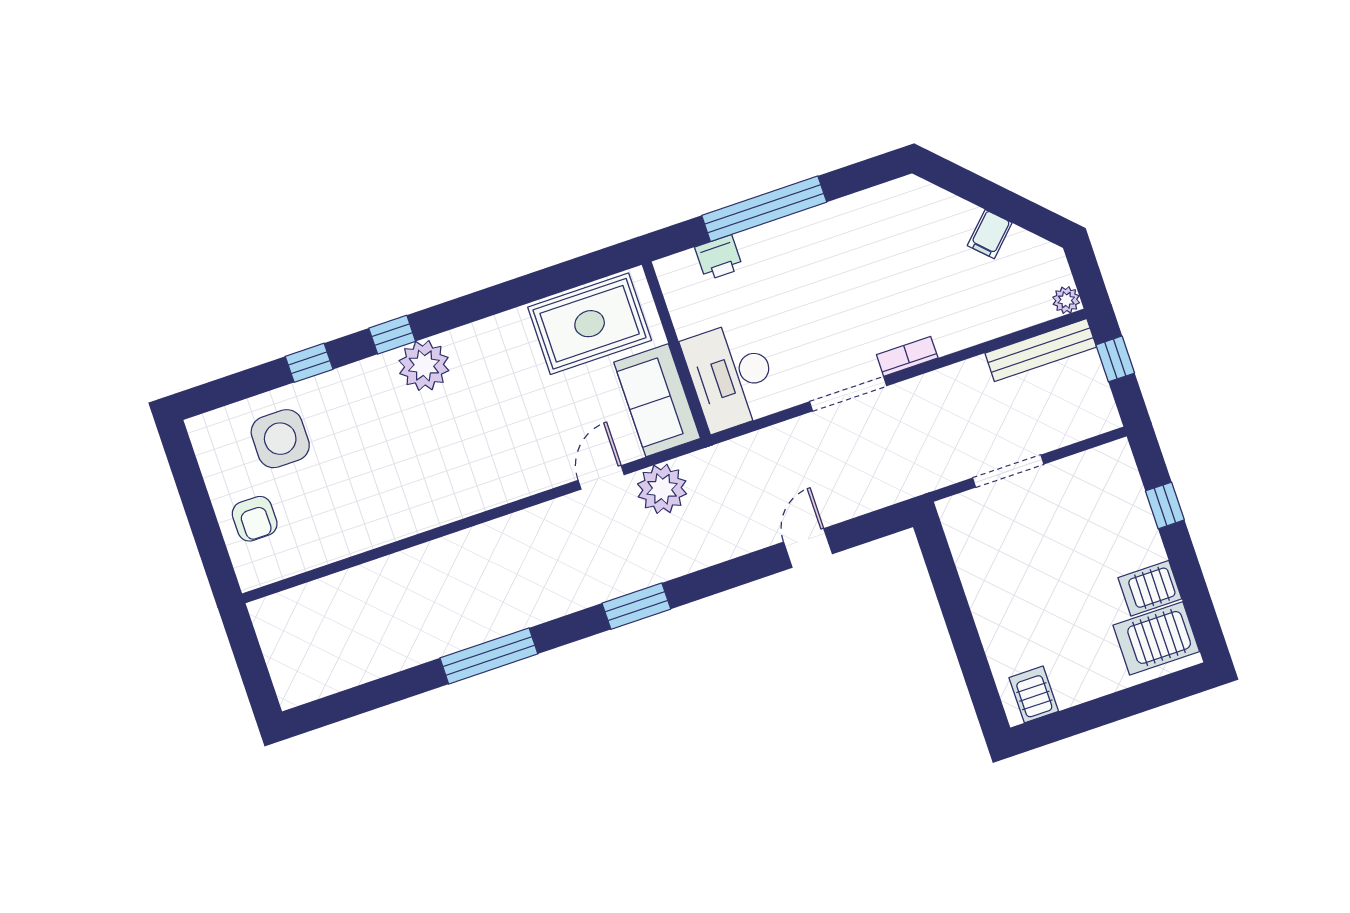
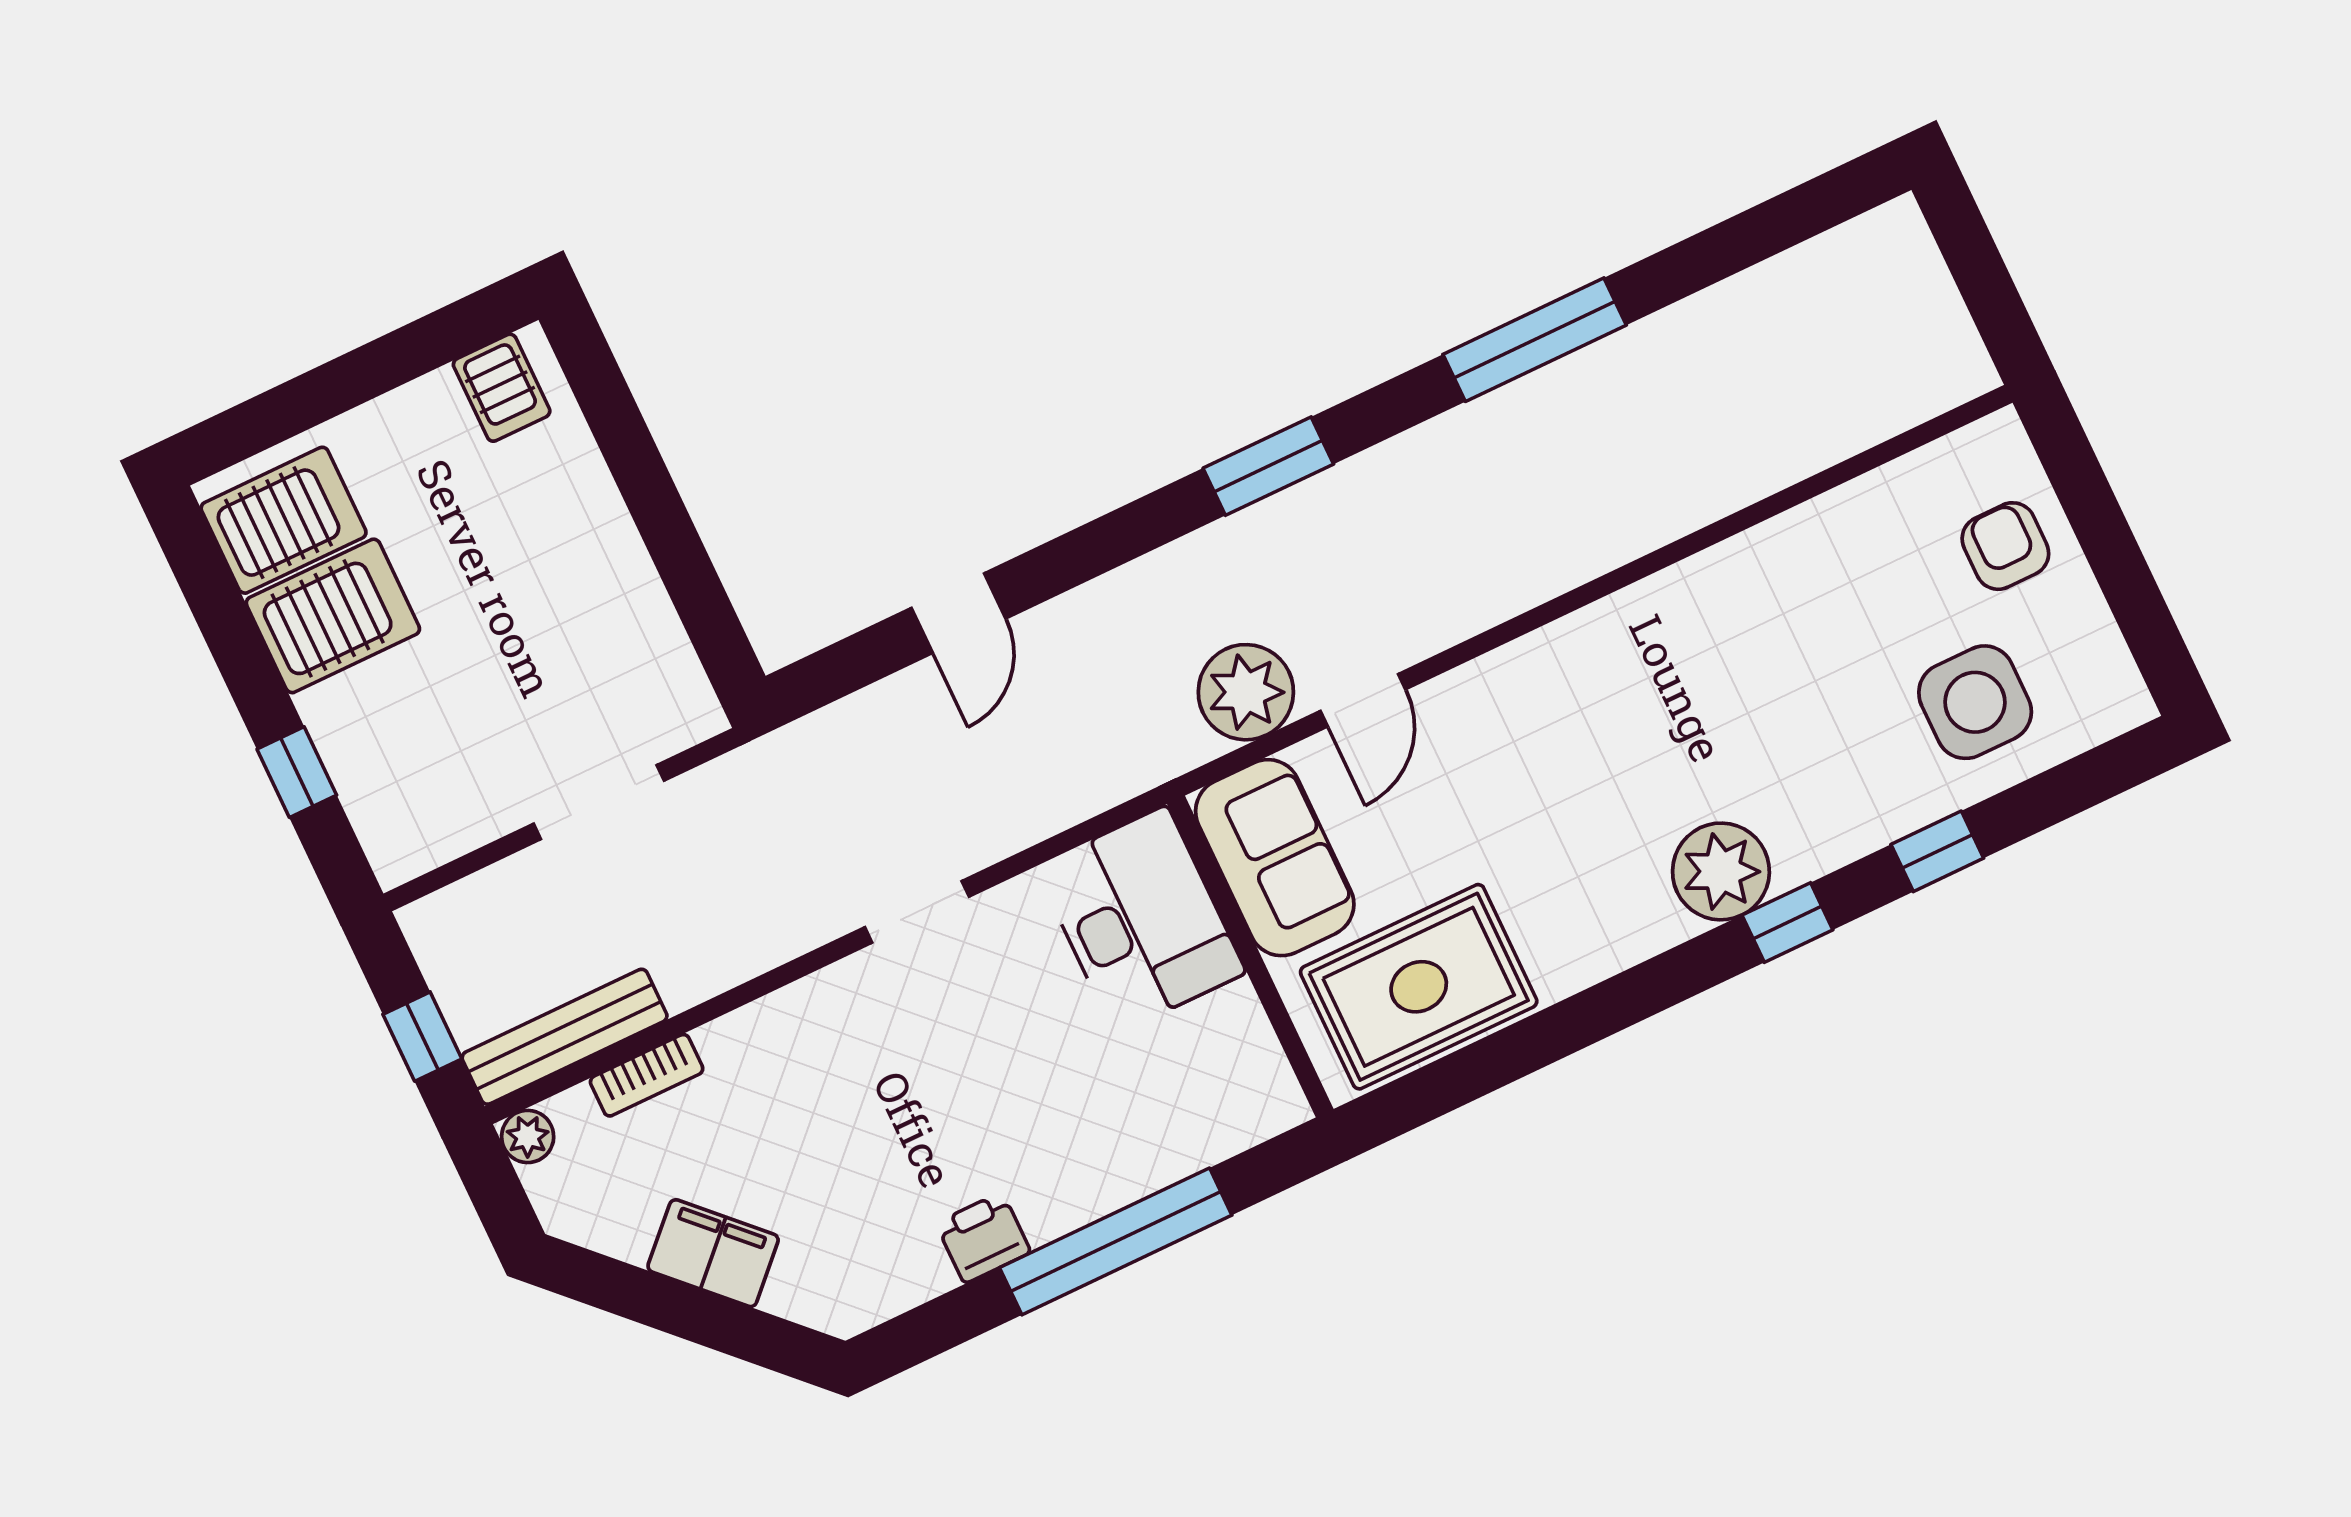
filing cabinet: (990, 234) -> (713, 1253), width x2.00
printer: (719, 258) -> (983, 1238), moved
bookcase: (907, 356) -> (647, 1075), moved
doorway: (848, 394) -> (917, 912), width x0.73
server rack: (1150, 588) -> (333, 616), width x1.36, depth x1.44

